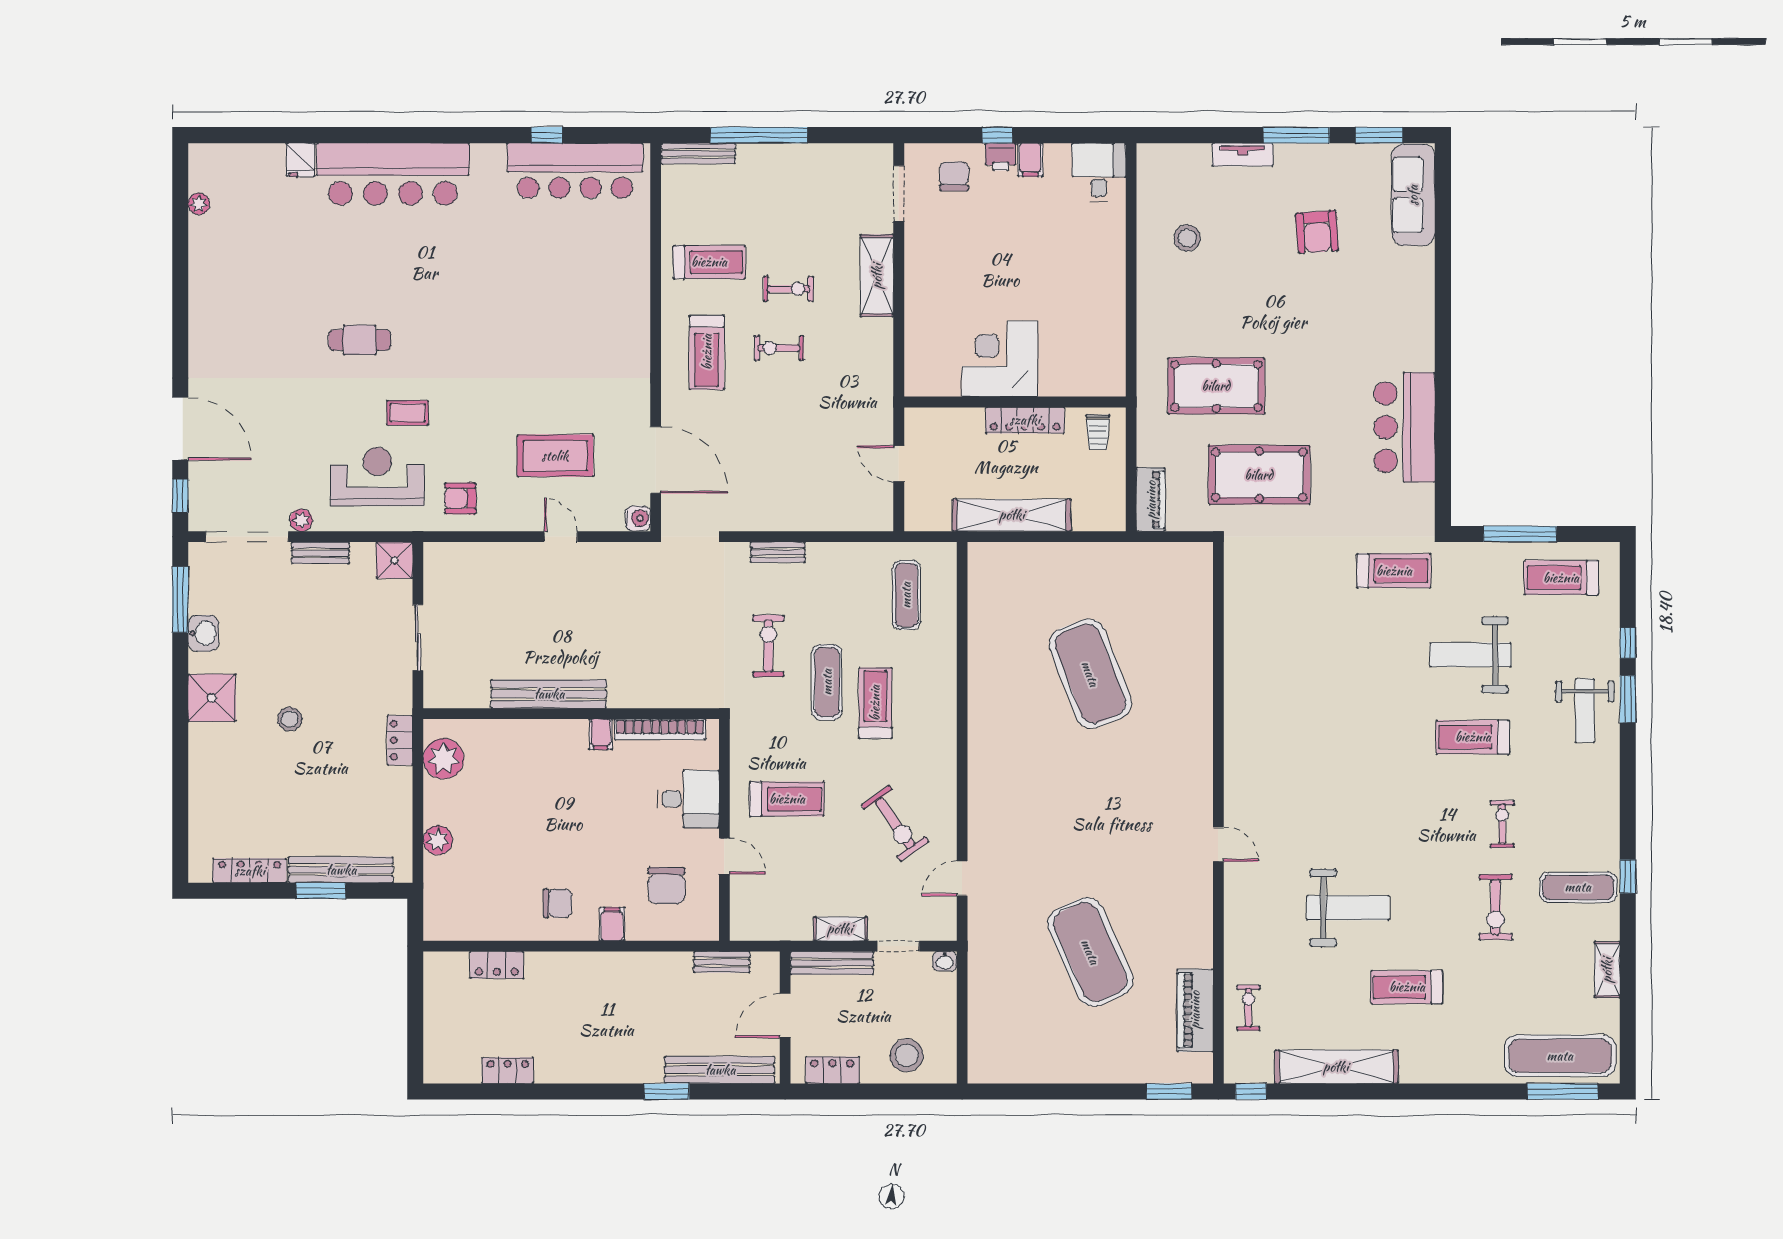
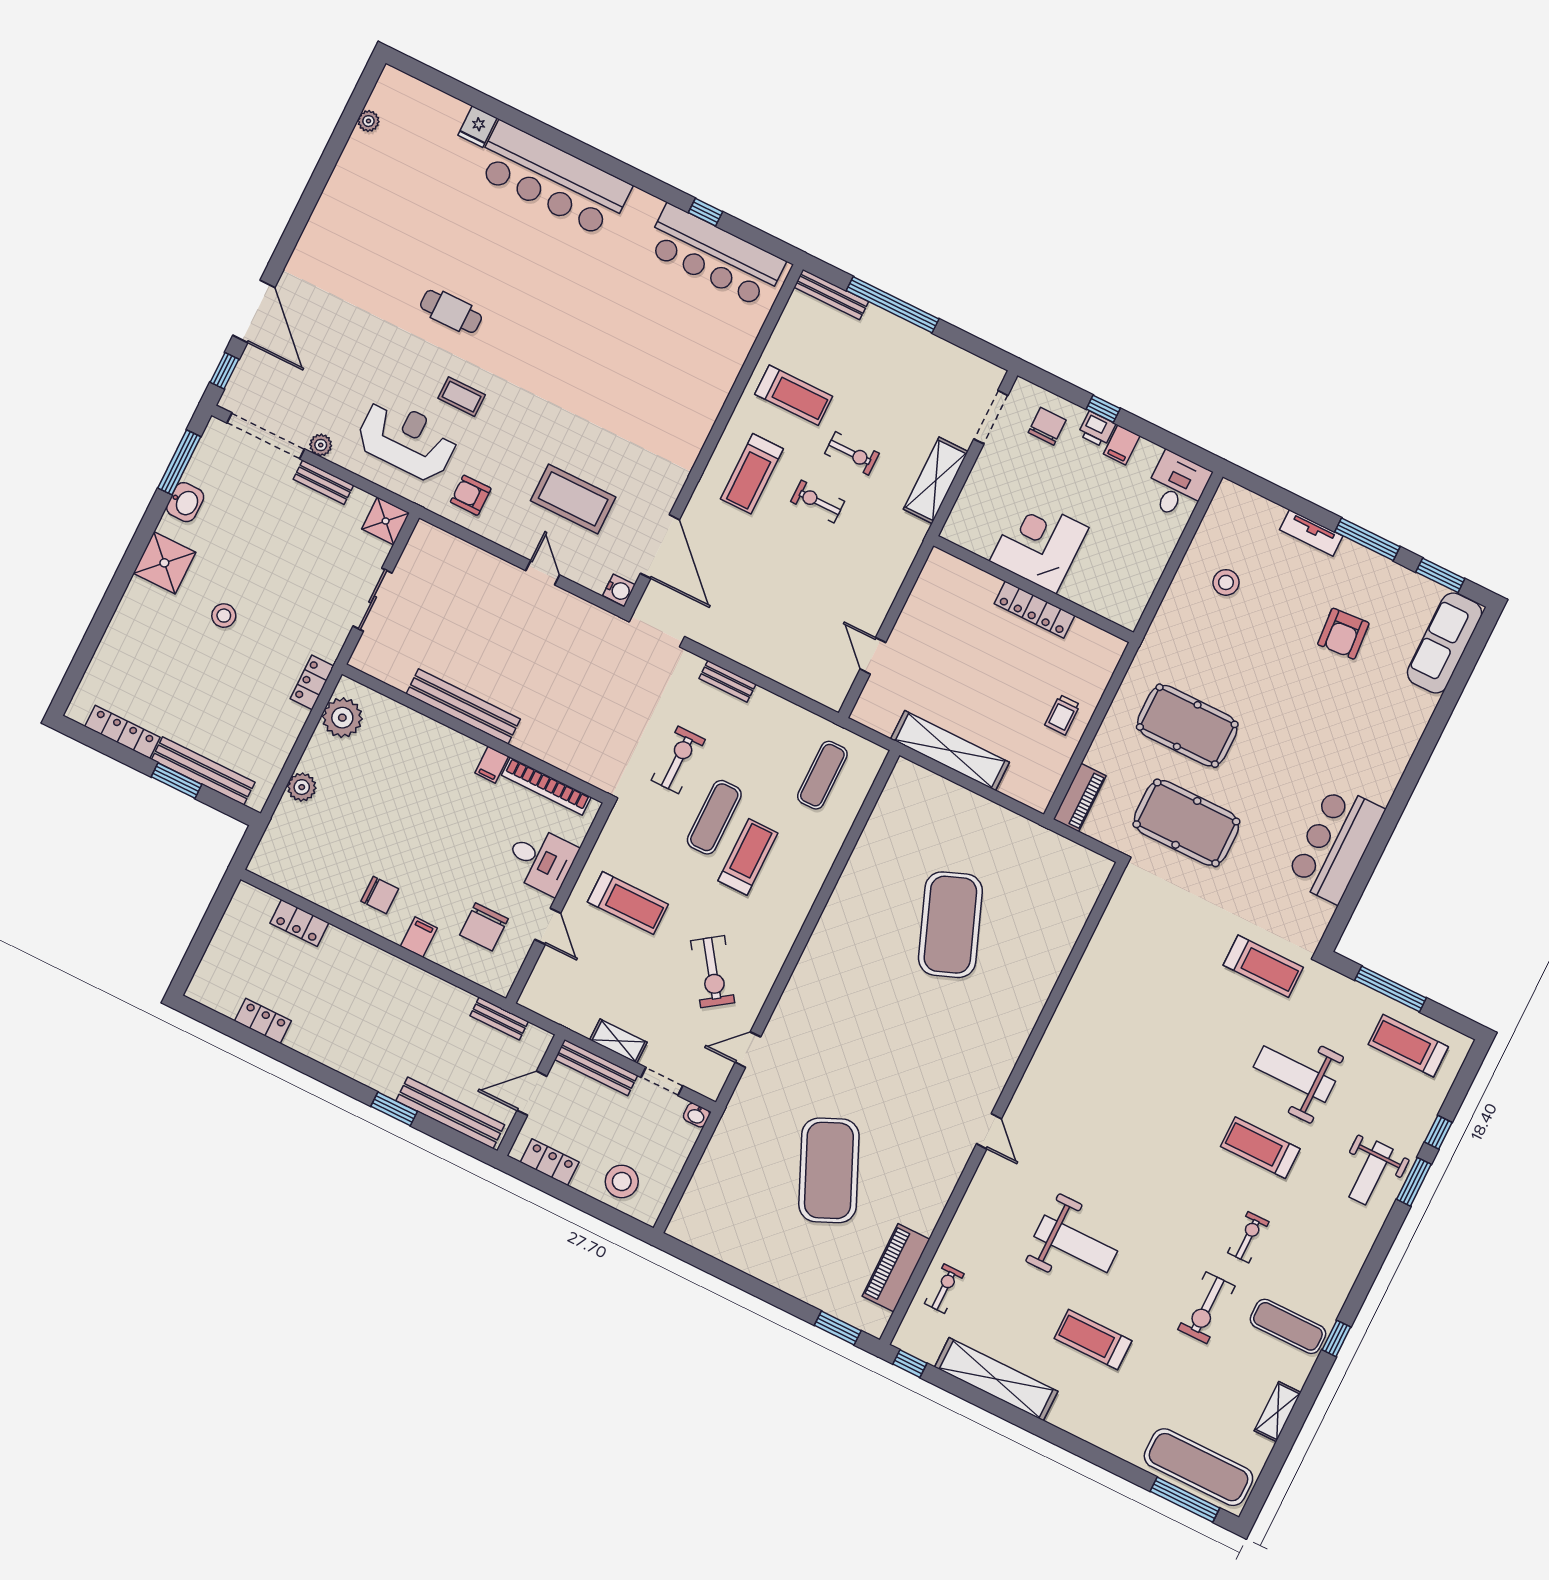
corner desk: (1000, 359) -> (1039, 544), moved
wall: (1015, 402) -> (1034, 589), moved
locker: (1025, 420) -> (1034, 610), moved

